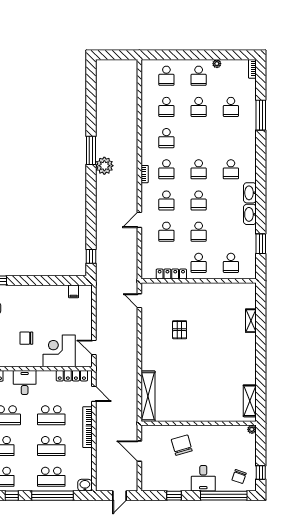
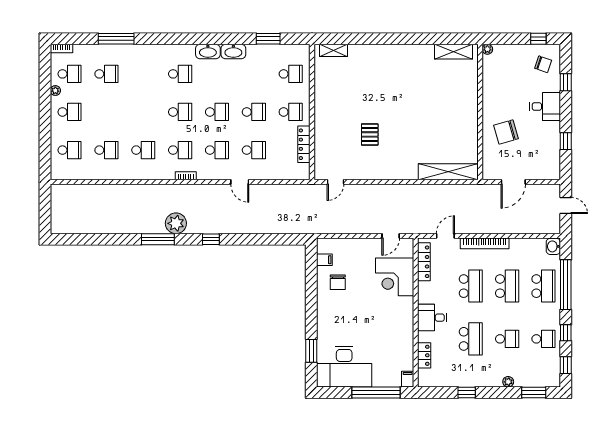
school desk: (199, 107) -> (70, 74), moved
window: (91, 256) -> (211, 239), moved
shelving: (251, 321) -> (334, 50), moved
pallet: (180, 330) -> (370, 134), turned 90
chair: (26, 338) -> (338, 282), moved
window: (224, 496) -> (566, 82), width x0.32

